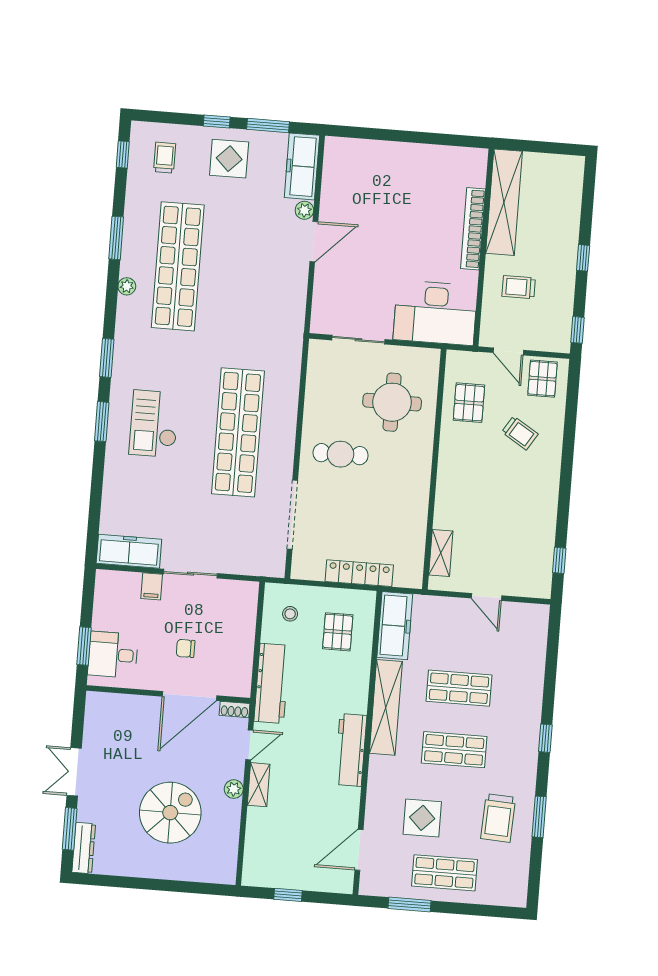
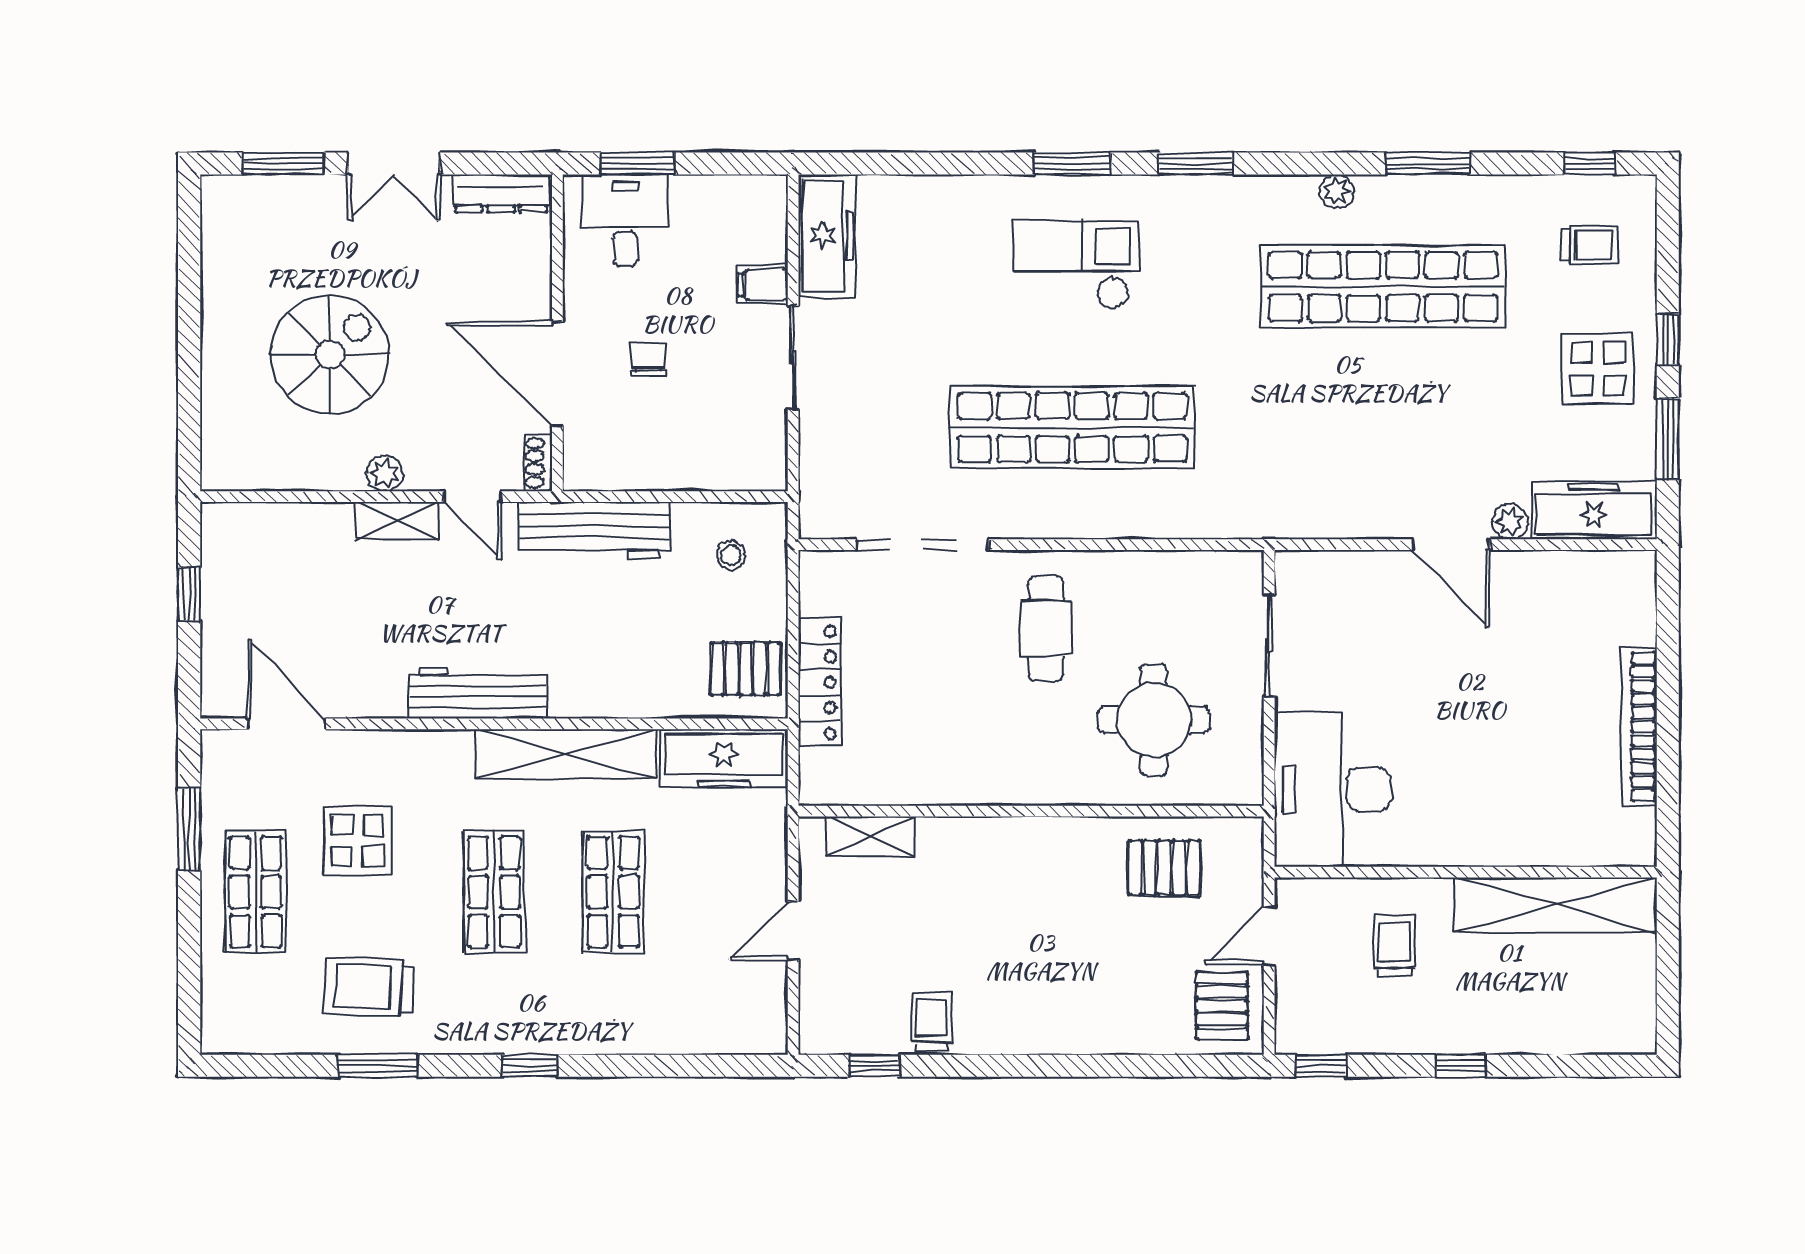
bookcase: (473, 229) -> (1639, 727), moved, turned -90
pallet: (542, 379) -> (1222, 1006), turned 90
trolley: (520, 433) -> (932, 1021), moved, turned 148
pallet: (338, 632) -> (746, 669), moved
double door: (74, 772) -> (394, 164), swing flipped
spiral stairs: (170, 813) -> (330, 355), turned -90
dresser: (84, 848) -> (501, 193), moved

